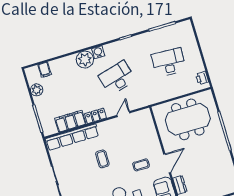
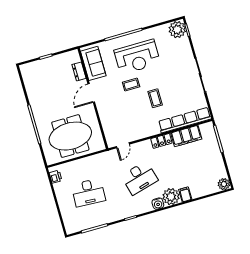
filing cabinet: (45, 70) -> (185, 194), moved
plant: (37, 90) -> (224, 184), moved
door: (123, 114) -> (123, 145), moved
coffee table: (141, 165) -> (131, 85), moved

